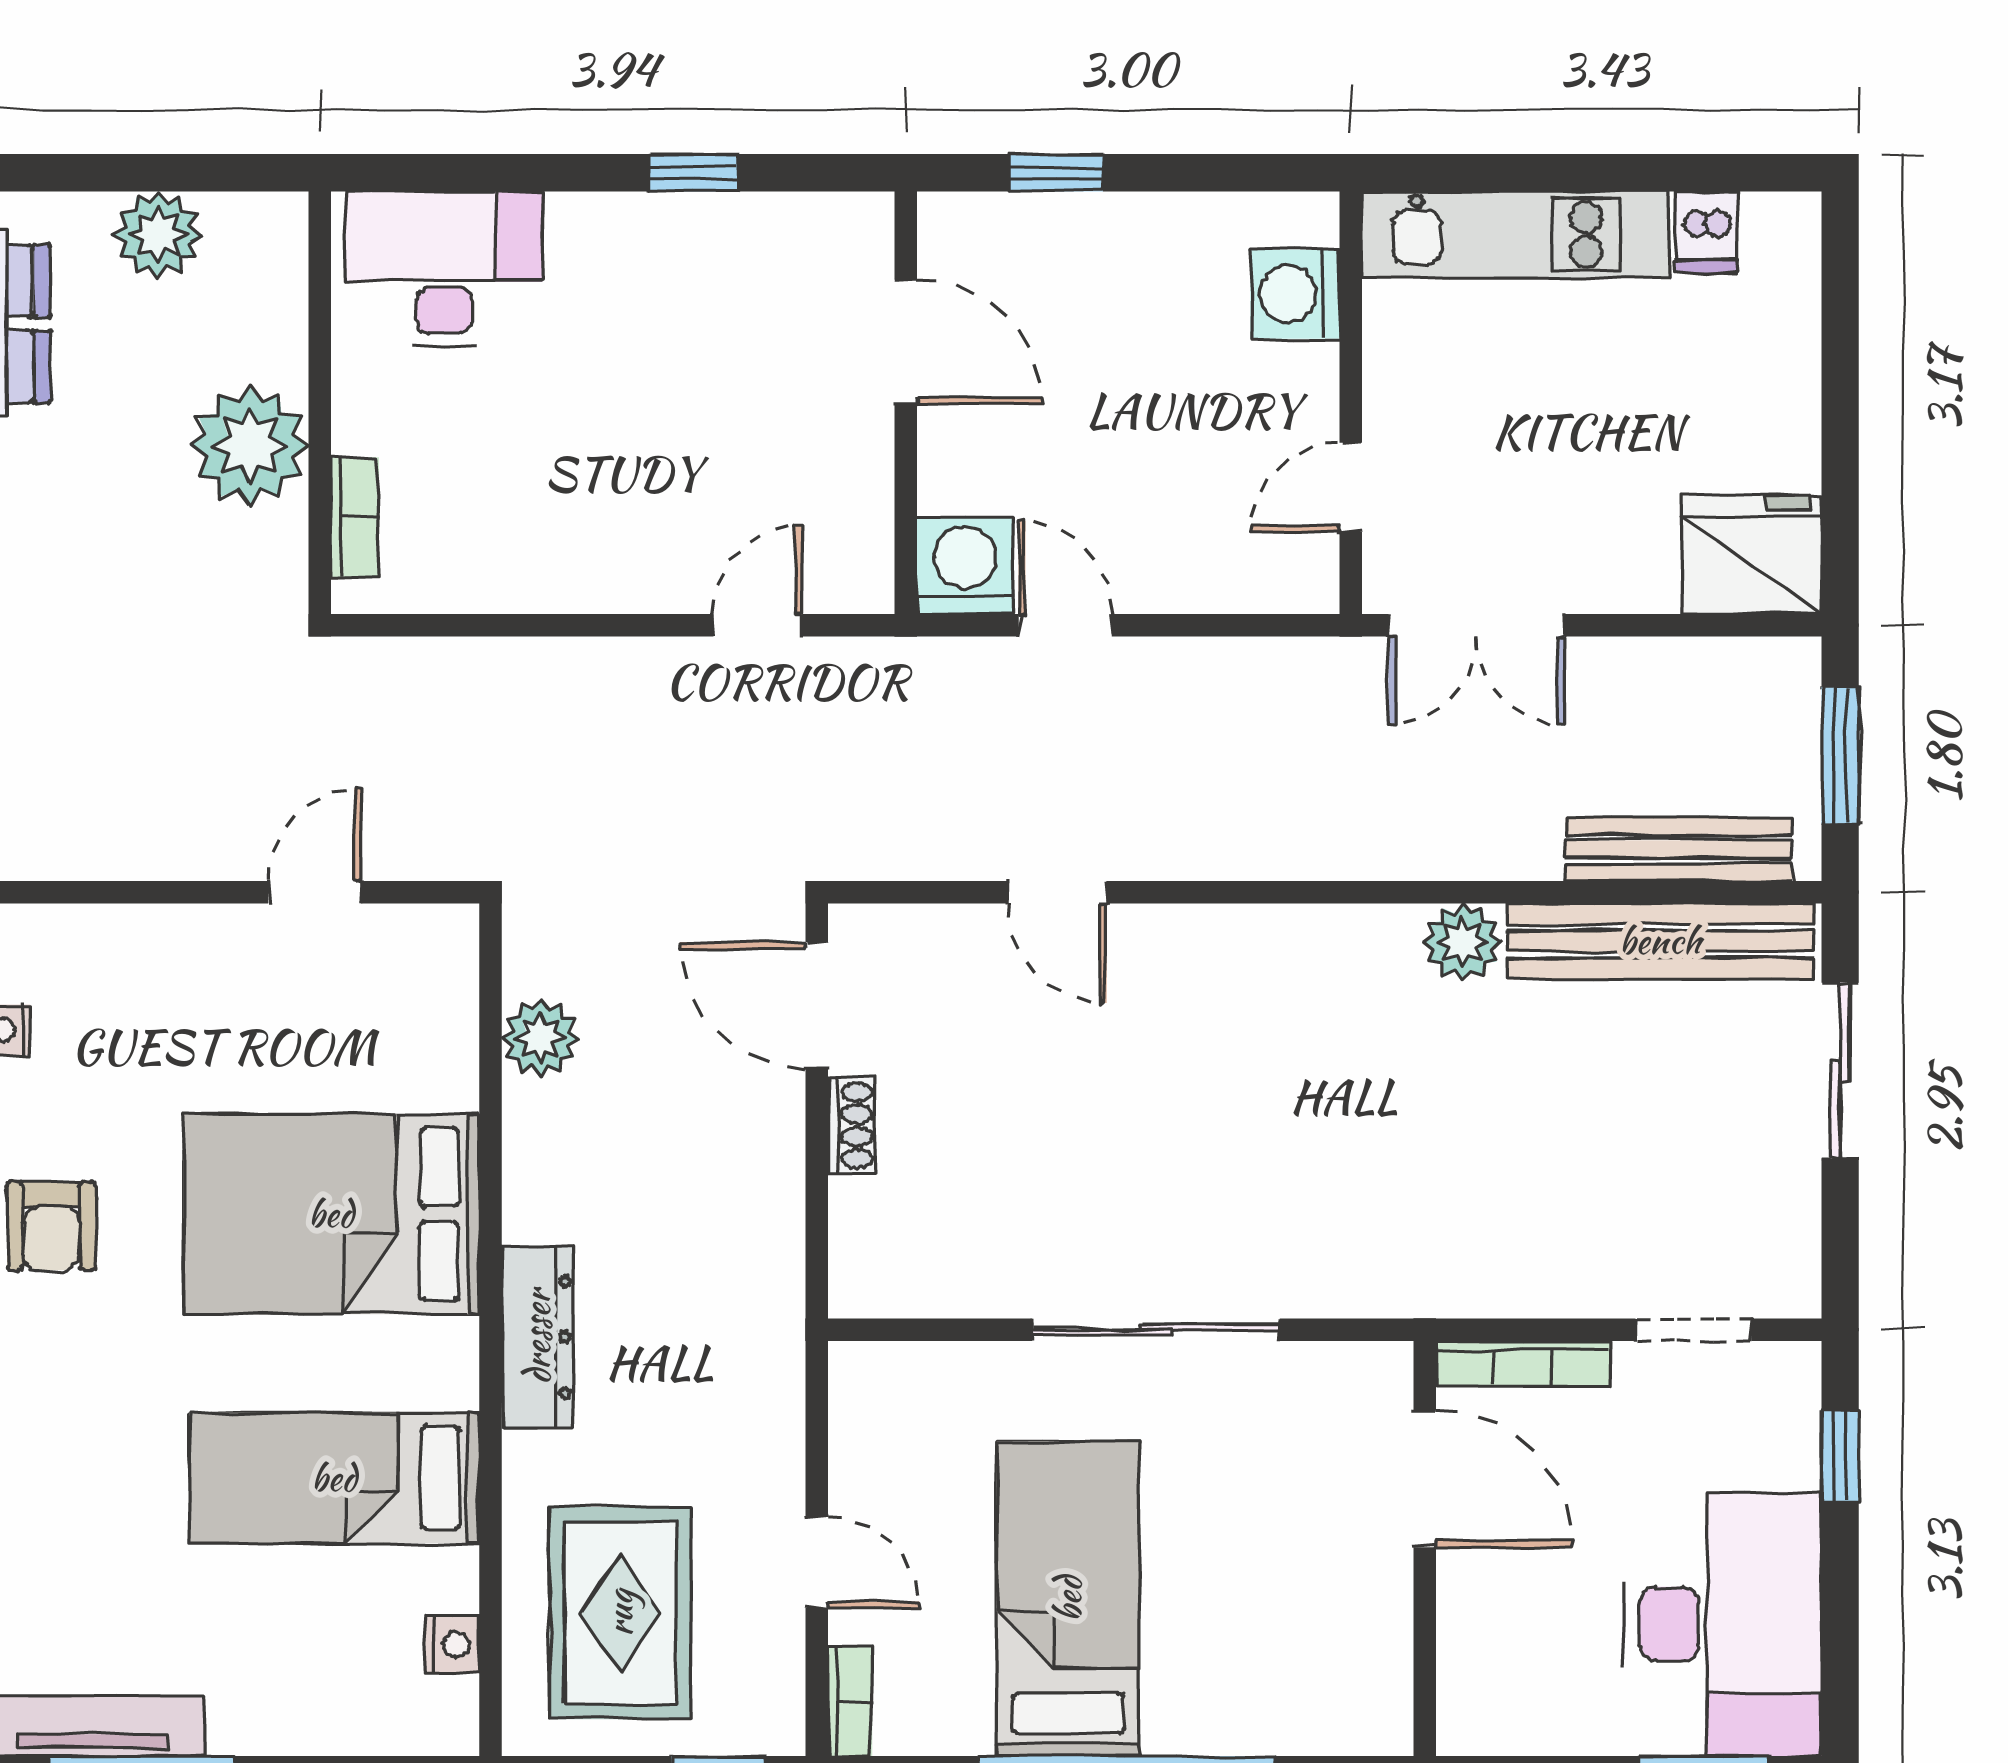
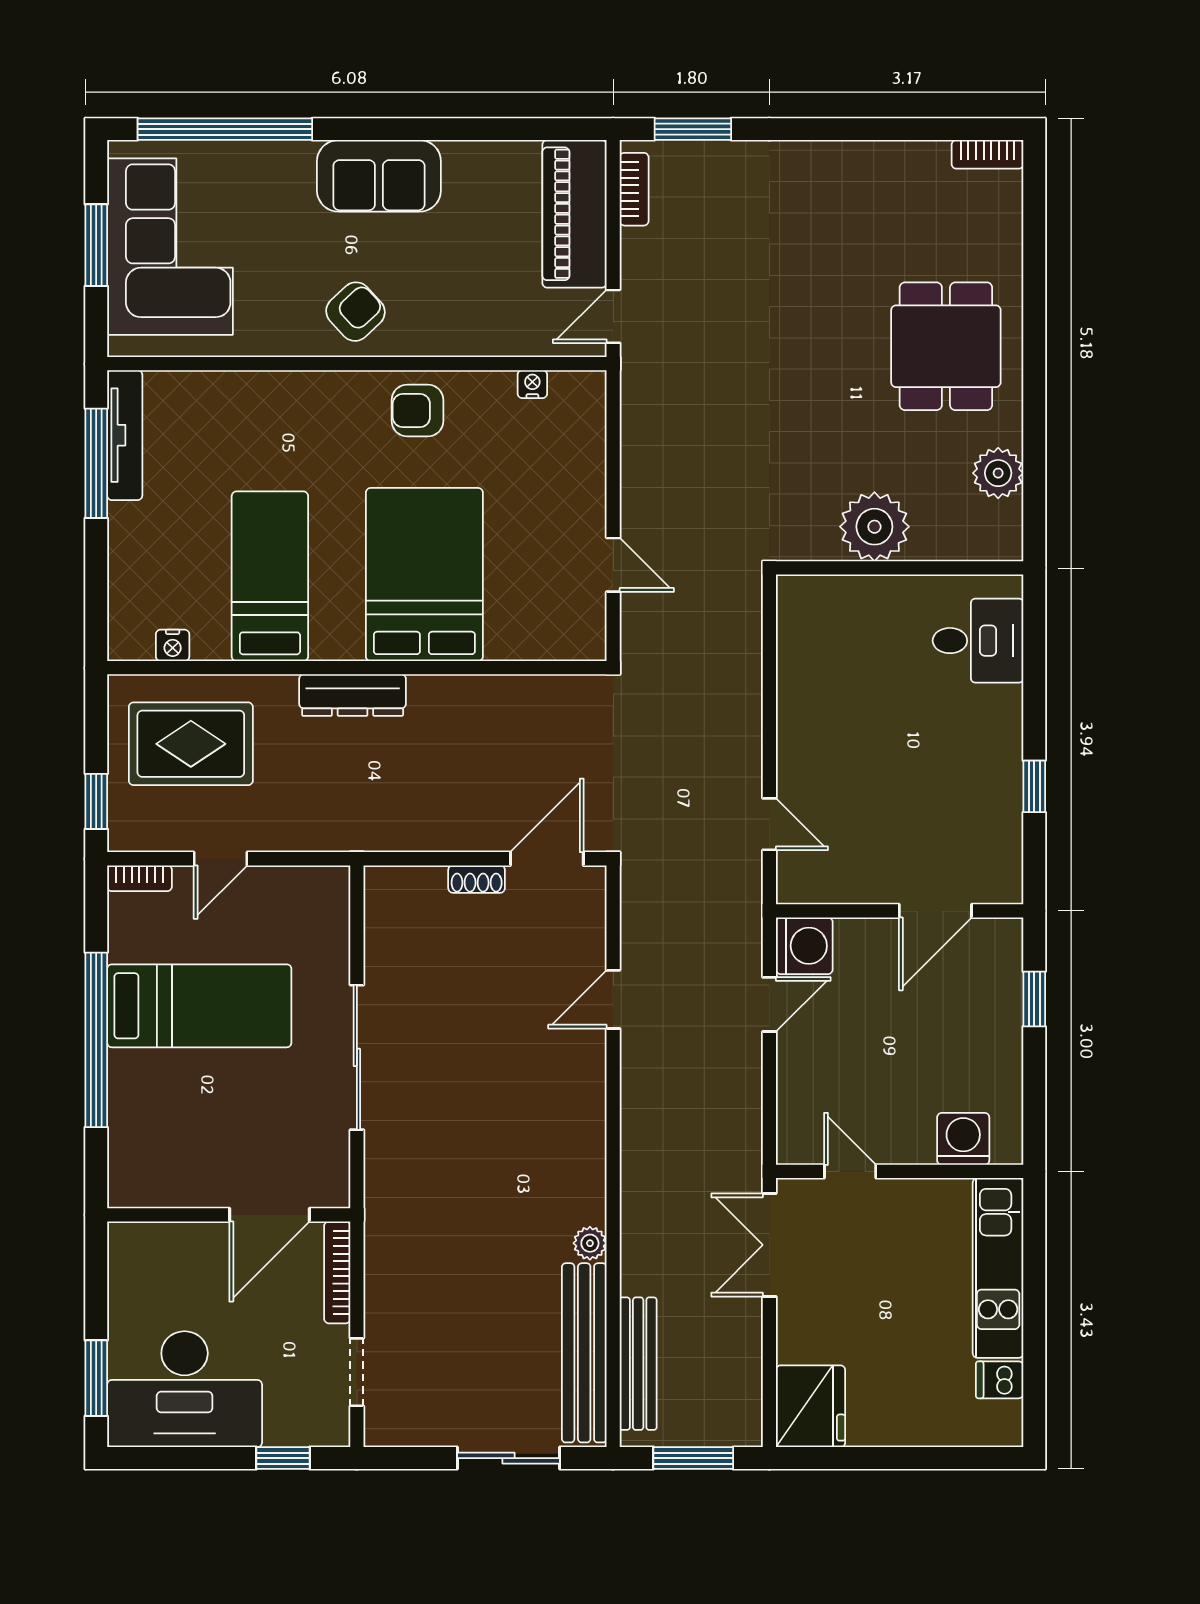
desk: (444, 269) -> (978, 641), width x0.73
bookcase: (355, 517) -> (833, 588), removed
plant: (1463, 942) -> (590, 1243), width x0.73, depth x0.73
plant: (540, 1038) -> (528, 697), removed

